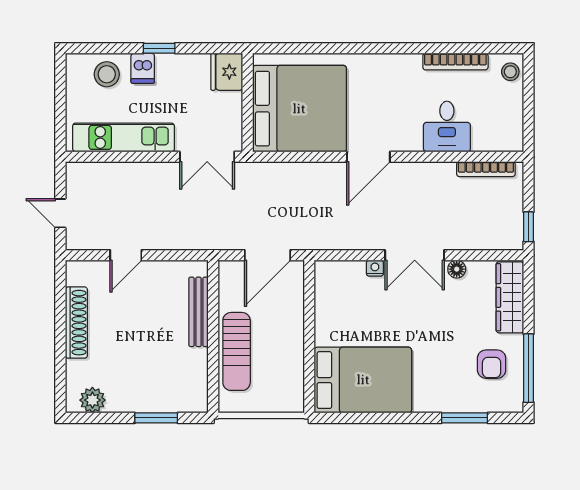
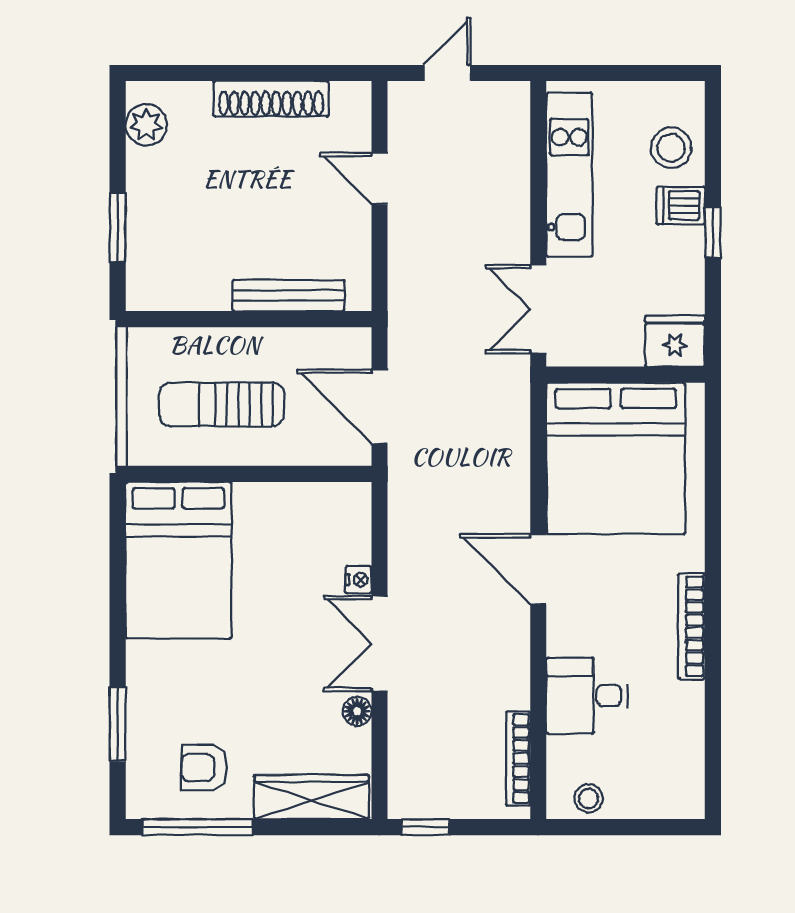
bookcase: (455, 62) -> (692, 626), moved
stool: (510, 72) -> (589, 798), moved
sun lounger: (237, 351) -> (222, 404), moved

